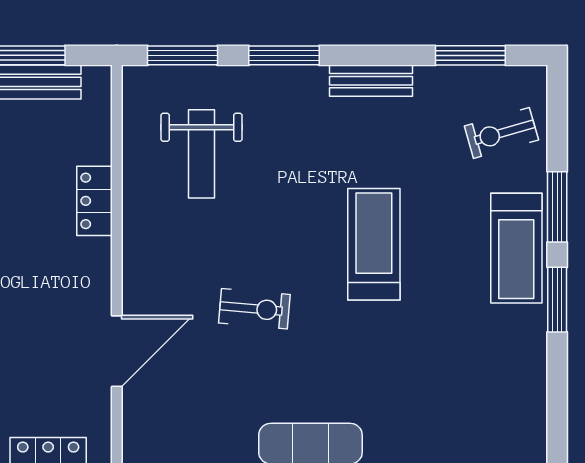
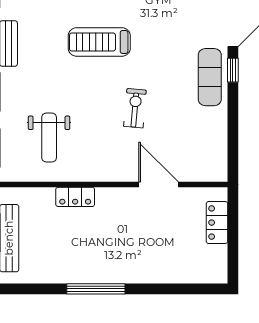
weight bench: (202, 154) -> (49, 138), turned 90

